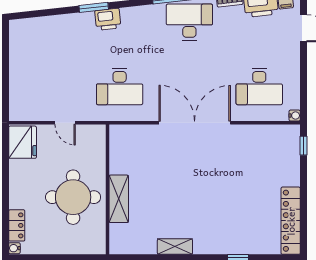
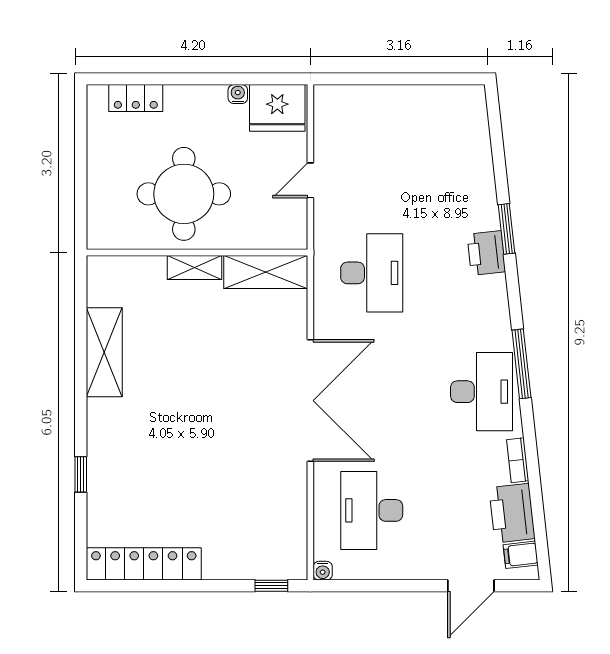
desk: (120, 87) -> (372, 273), turned 180
shelving: (119, 149) -> (266, 272), added
shelving: (119, 199) -> (194, 267), width x0.67, depth x0.75
shelving: (175, 247) -> (104, 352), width x1.50, depth x1.33
water cooler: (14, 248) -> (238, 94), moved

